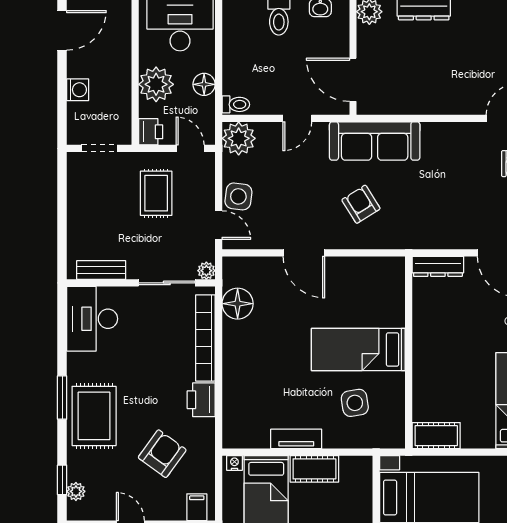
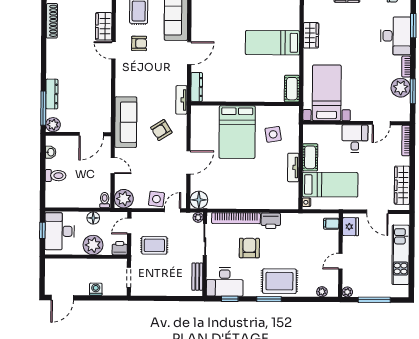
door: (62, 30) -> (62, 298), swing flipped
tv unit: (415, 240) -> (181, 100), added
floor lamp: (238, 304) -> (199, 200), moved
bed: (358, 349) -> (237, 132), width x1.50
armchair: (162, 454) -> (249, 248), moved, turned 54
window: (62, 480) -> (230, 299), moved

